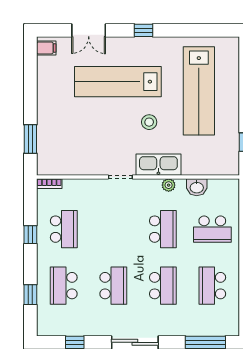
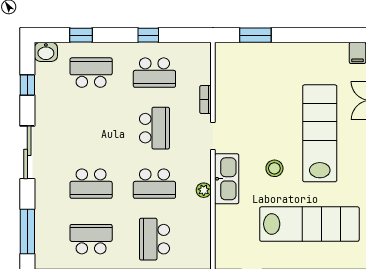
lab bench: (199, 91) -> (309, 224), turned 180
bookcase: (49, 184) -> (205, 99), moved
washbasin: (197, 187) -> (46, 52), moved, turned -90
school desk: (113, 286) -> (154, 128), moved, turned -90

